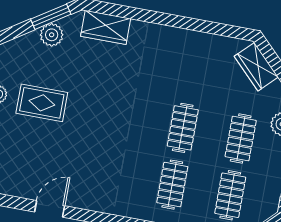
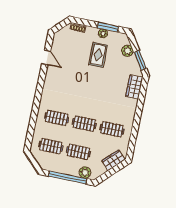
plant: (52, 35) -> (127, 51), moved
clothes rail: (193, 71) -> (112, 129), added

